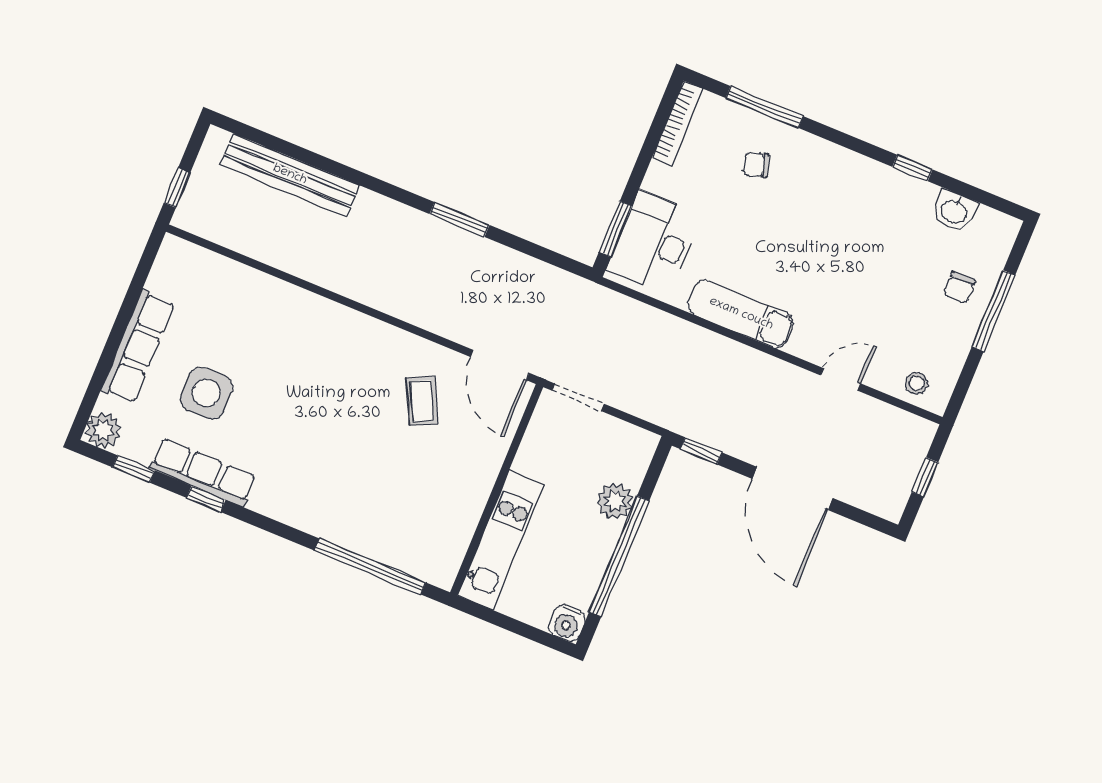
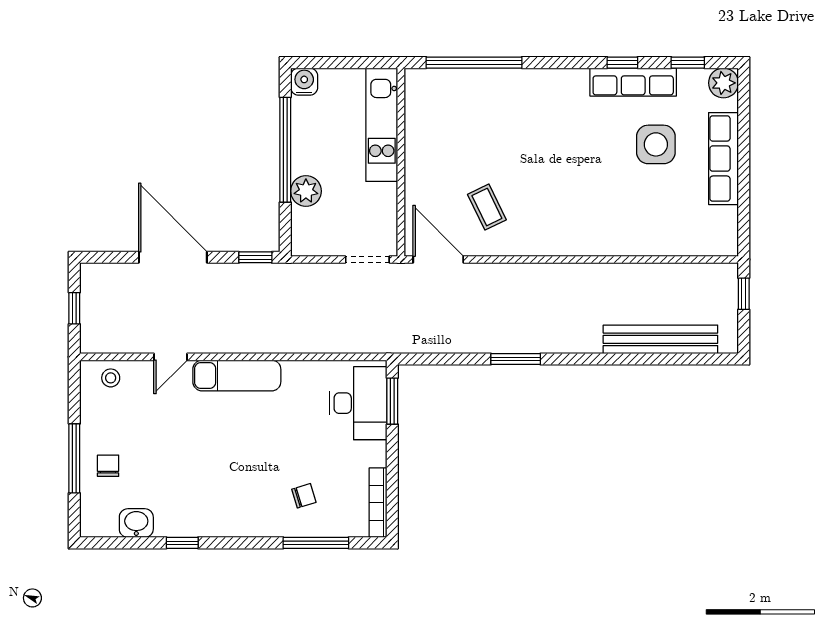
exam couch: (741, 314) -> (237, 376), moved

